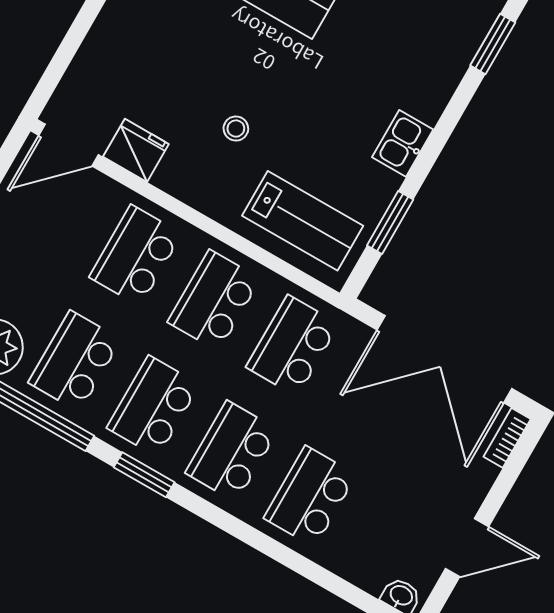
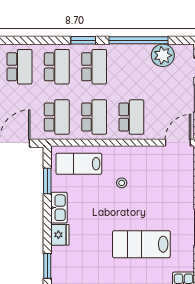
kitchen sink: (403, 143) -> (59, 208), width x1.38
fridge: (136, 150) -> (60, 235), moved, turned -90
school desk: (75, 361) -> (131, 67), removed

